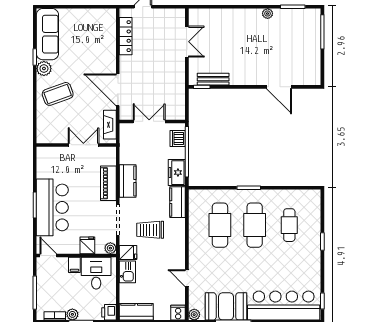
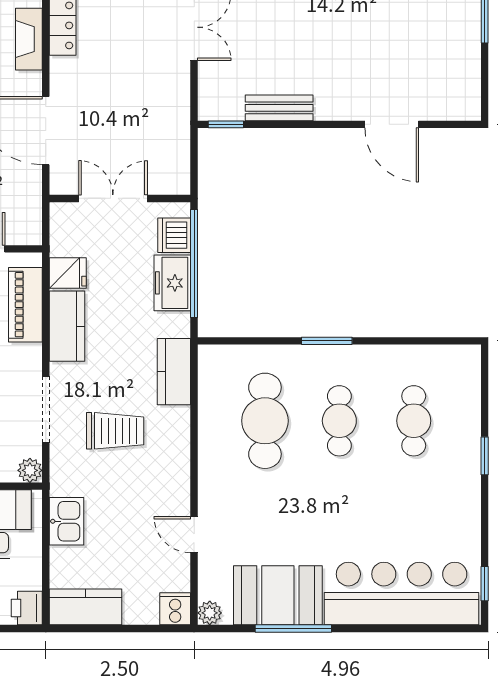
bench: (213, 79) -> (279, 108), moved
fireplace: (110, 125) -> (29, 39), moved
freezer: (177, 173) -> (172, 283), moved
piano: (108, 183) -> (25, 305), moved
cafe table: (255, 225) -> (339, 421), width x0.73, depth x0.74
trolley: (150, 230) -> (115, 431), turned 180
fridge: (128, 252) -> (68, 273), moved

